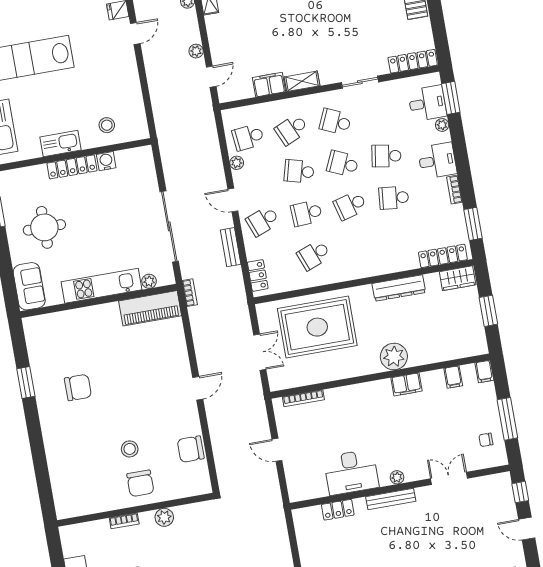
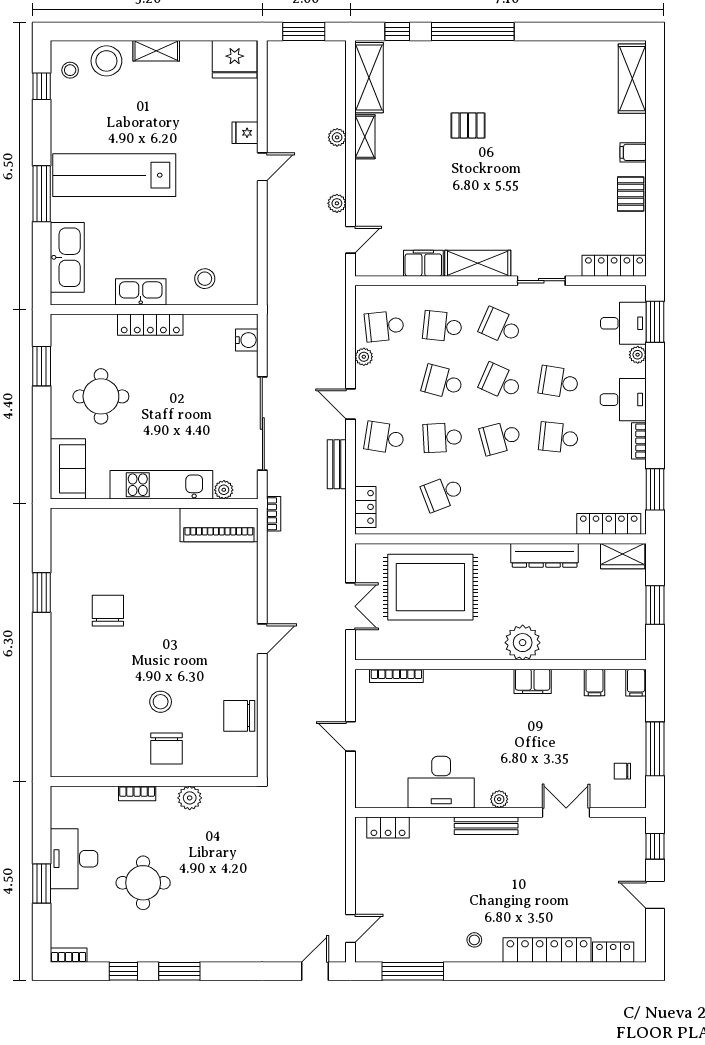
shelving: (302, 81) -> (478, 263), width x1.50, depth x1.33
school desk: (292, 129) -> (442, 326), turned 30
water cooler: (106, 161) -> (247, 340), moved, turned 90
school desk: (263, 221) -> (384, 438), turned 30
chair: (78, 387) -> (108, 611), turned -90
locker: (338, 510) -> (388, 828), moved

